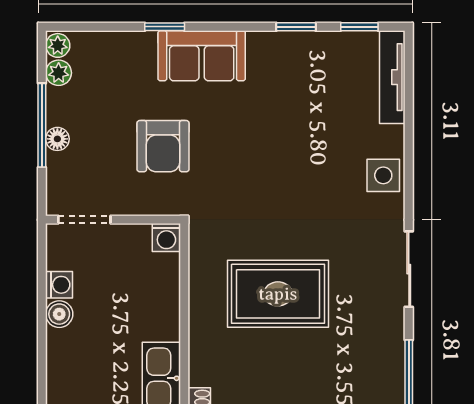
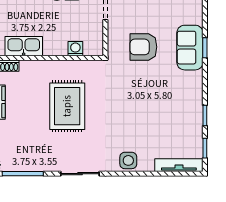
sofa: (202, 56) -> (190, 48), moved
washing machine: (166, 237) -> (75, 49), moved, turned 90

